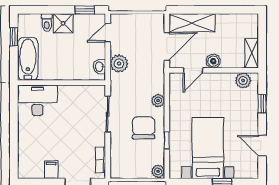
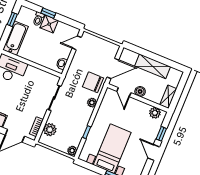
window: (85, 10) -> (48, 13), moved
shelving: (192, 23) -> (153, 66), moved
plant: (119, 64) -> (50, 130), moved
door: (193, 70) -> (124, 92), hinge flipped
chair: (144, 128) -> (93, 82), moved, turned -90
door: (262, 146) -> (154, 152), moved

